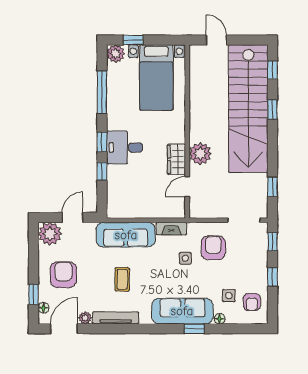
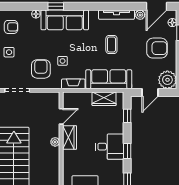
plant: (200, 154) -> (55, 142), width x0.53, depth x0.53
window: (102, 171) -> (127, 116), moved
wardrobe: (132, 209) -> (104, 99), added
armchair: (213, 248) -> (41, 69), turned 180
armchair: (63, 275) -> (157, 48), turned -90
side table: (229, 296) -> (9, 52), moved
armchair: (252, 302) -> (11, 27), turned 90

